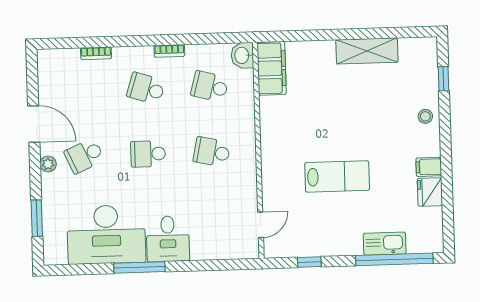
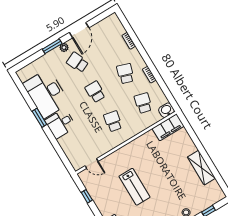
window: (37, 218) -> (52, 46), moved
window: (139, 267) -> (39, 118), width x0.69

